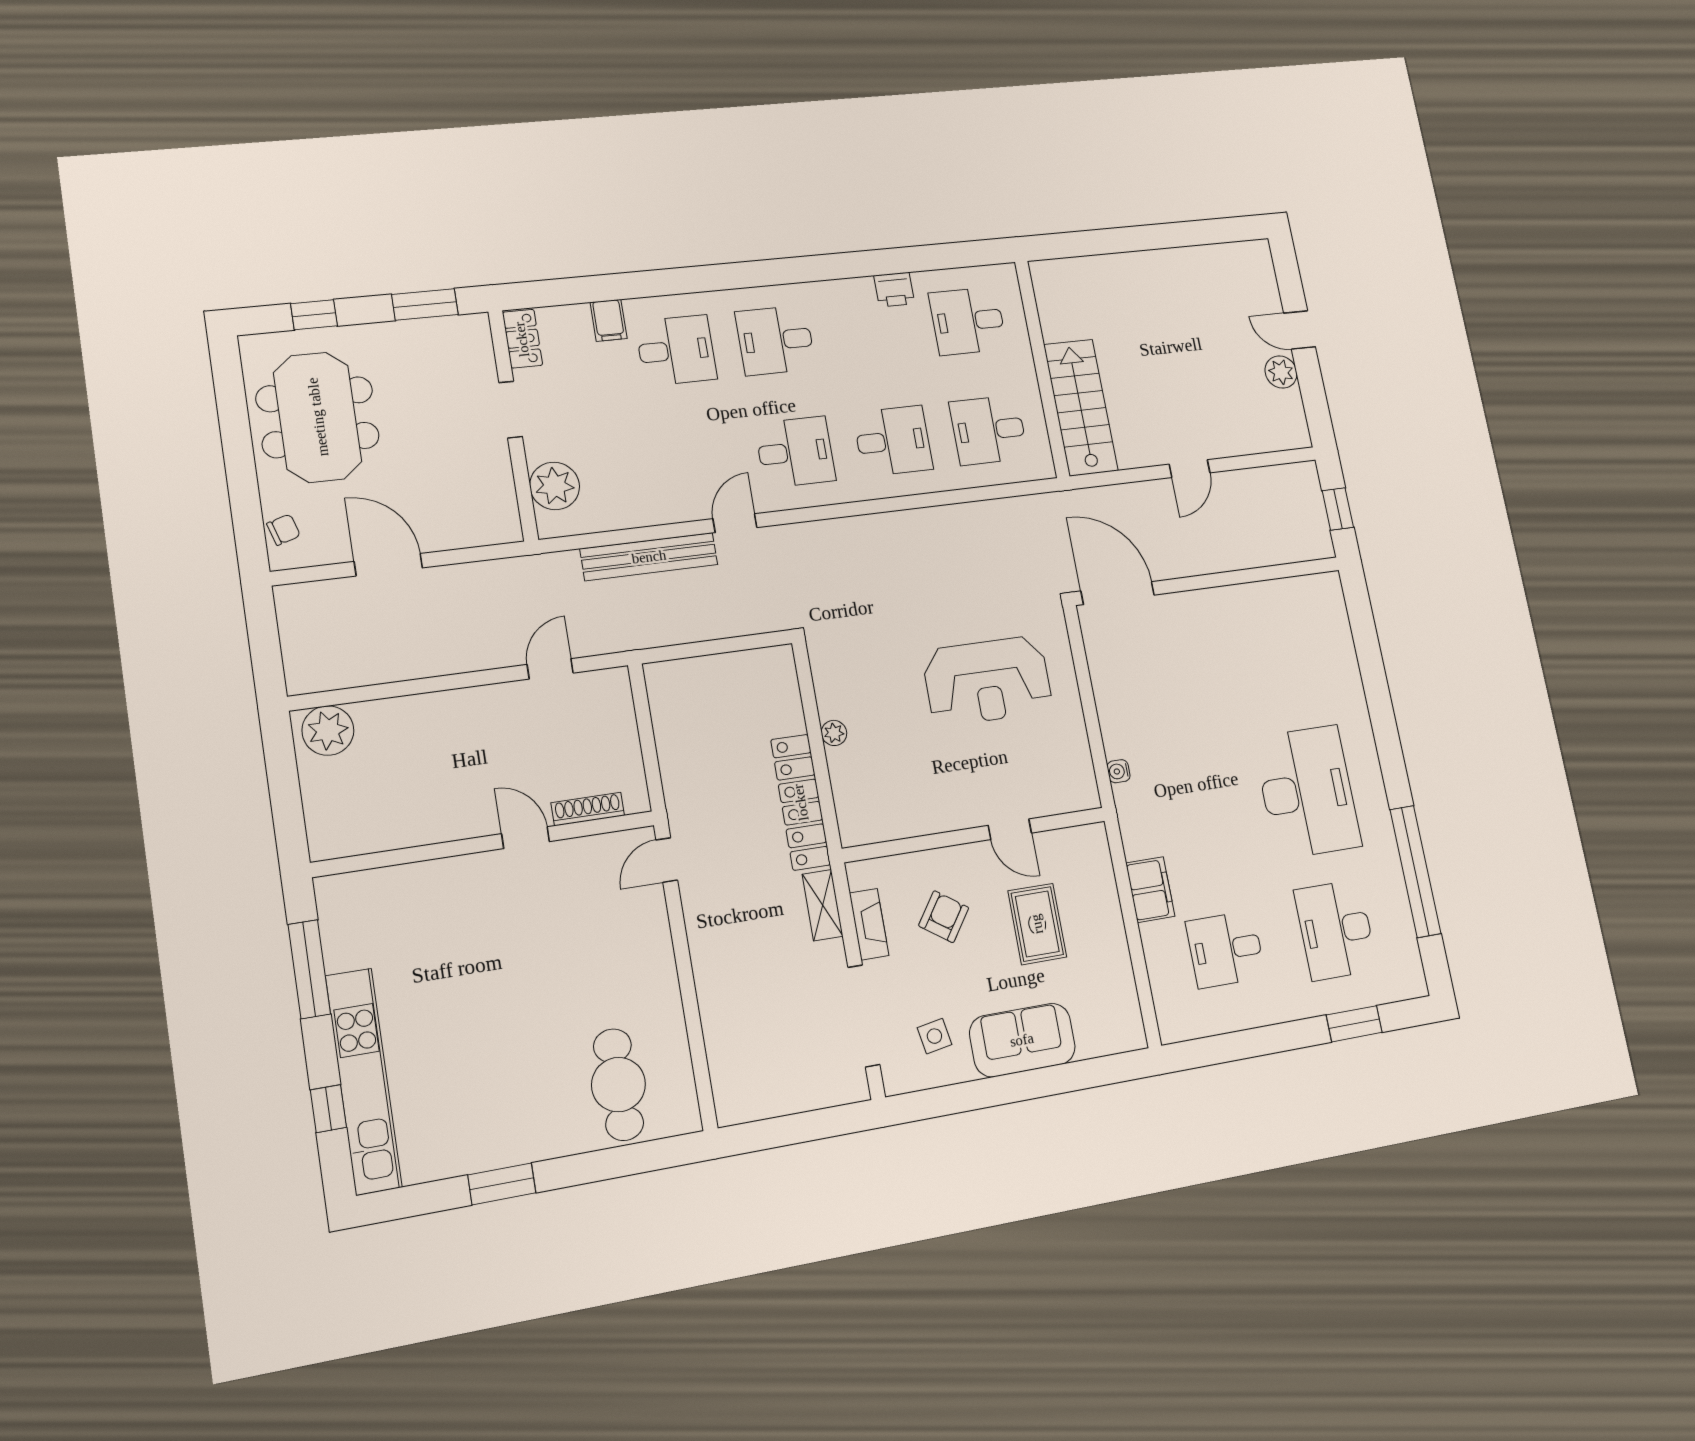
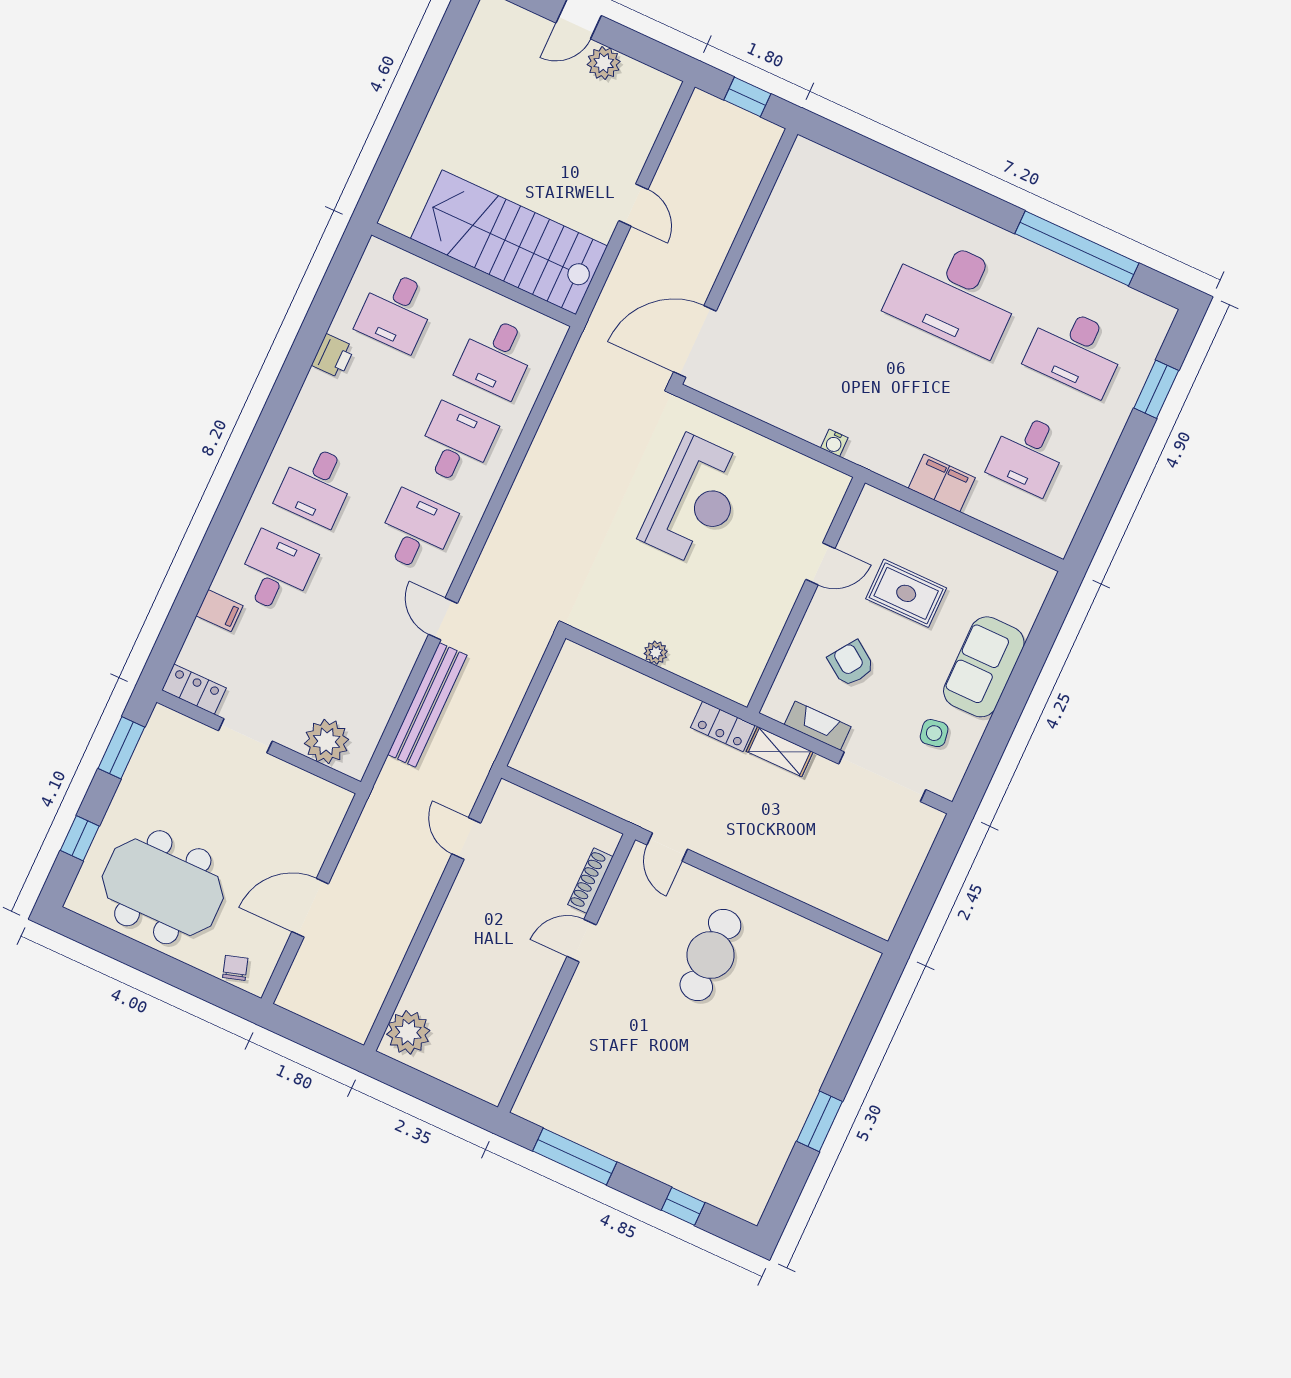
stairs: (1081, 407) -> (509, 242), width x1.36, depth x1.51
desk: (1307, 792) -> (954, 295), turned 180
locker: (801, 802) -> (723, 726), width x0.46, depth x0.83
kitchen unit: (364, 1081) -> (680, 1170), removed
cafe table: (618, 1085) -> (710, 955), moved, turned 90

